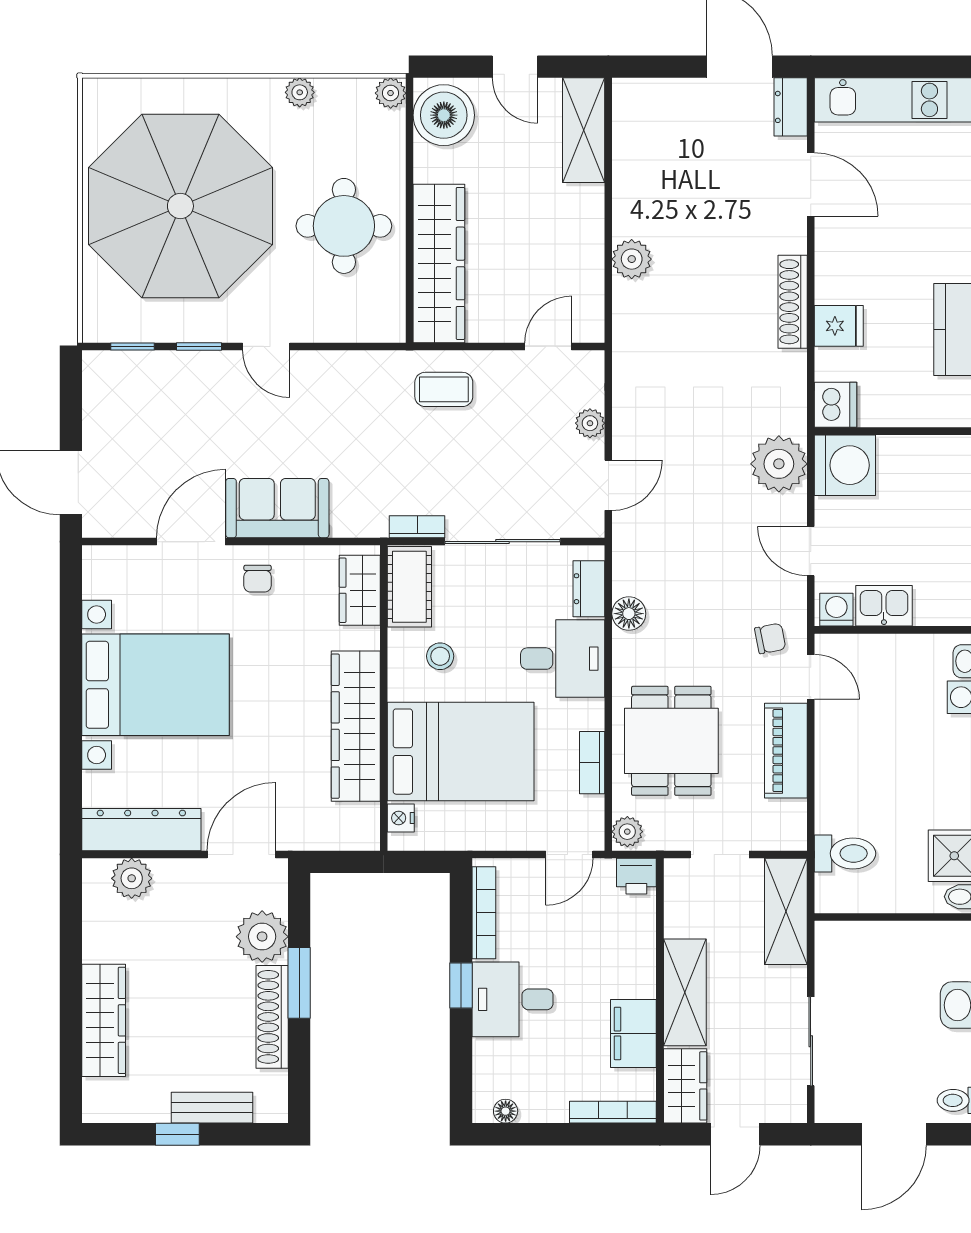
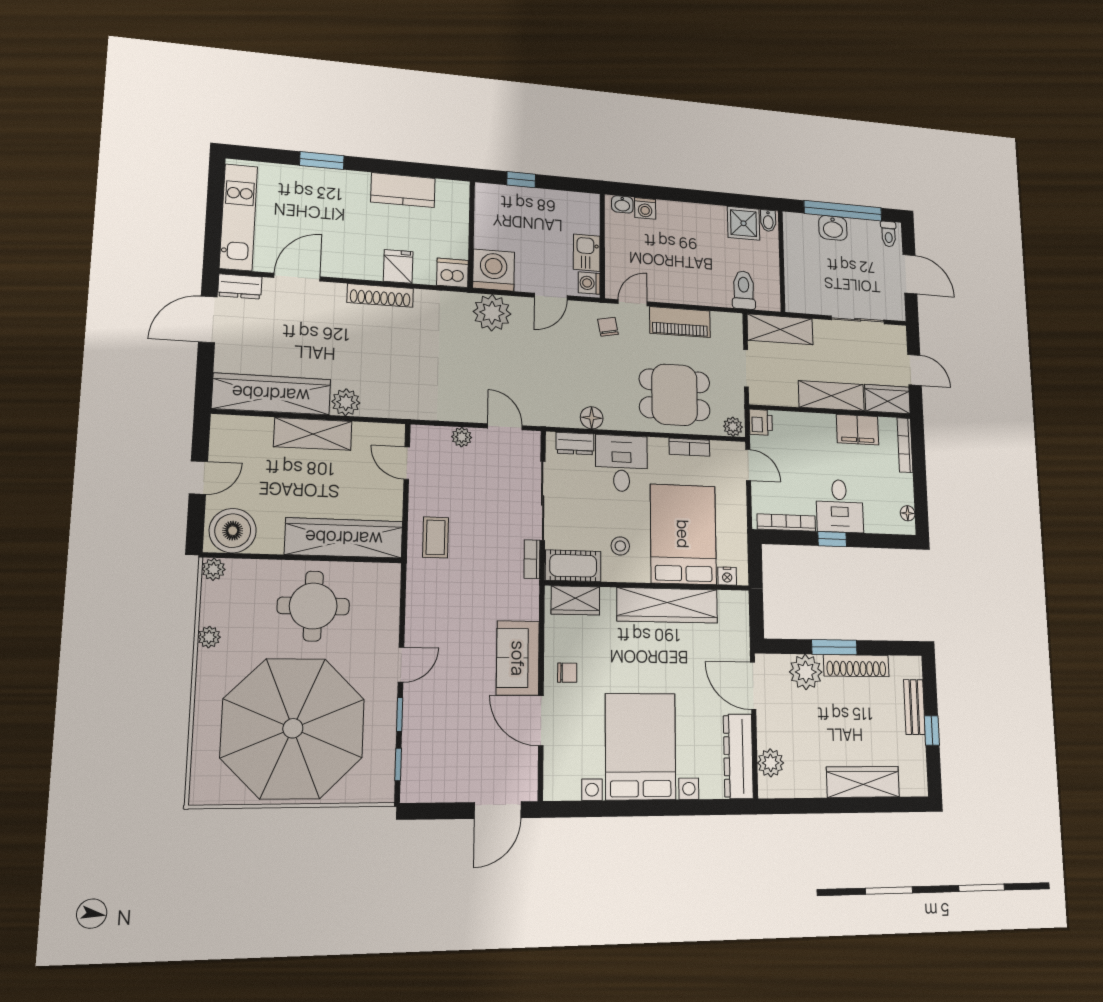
shelving: (584, 130) -> (313, 434), moved
wardrobe: (638, 157) -> (271, 394), added

